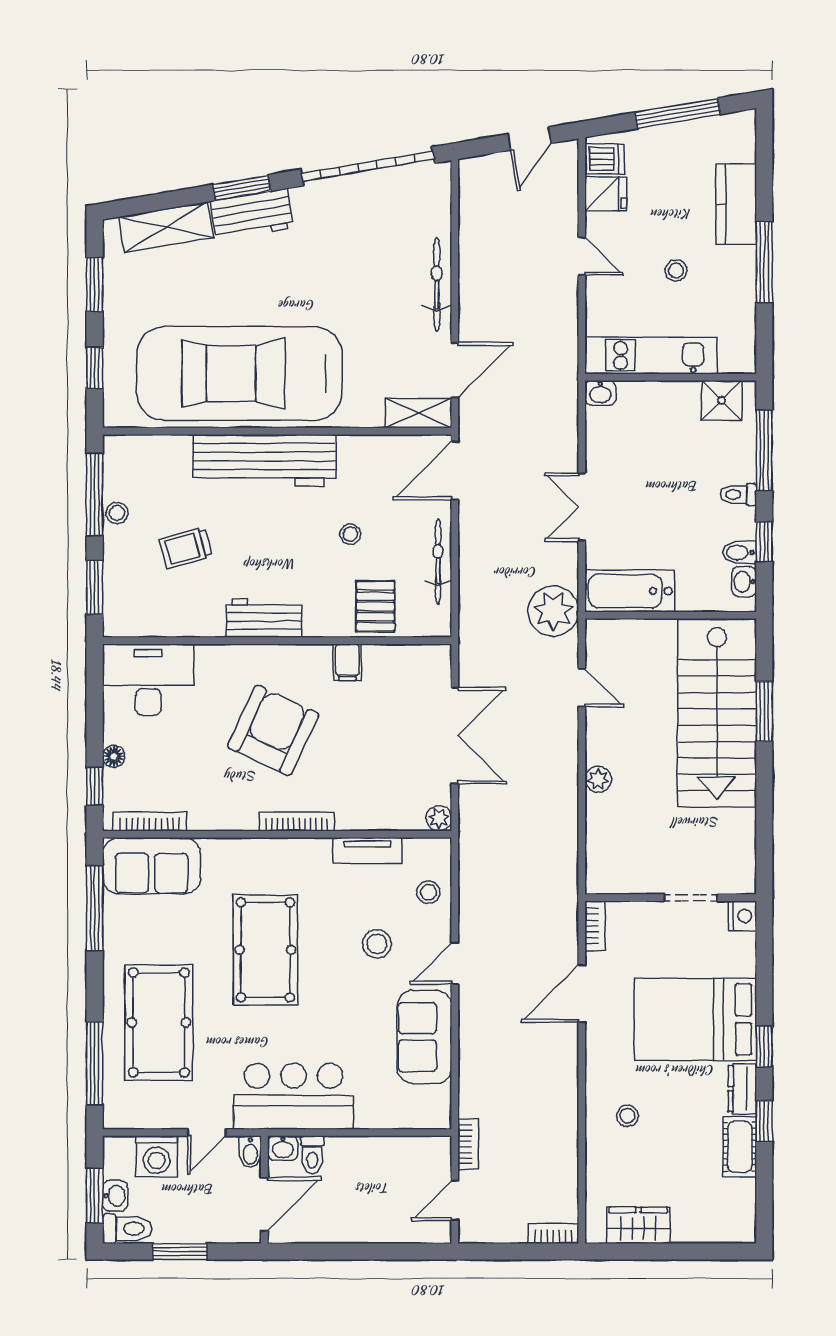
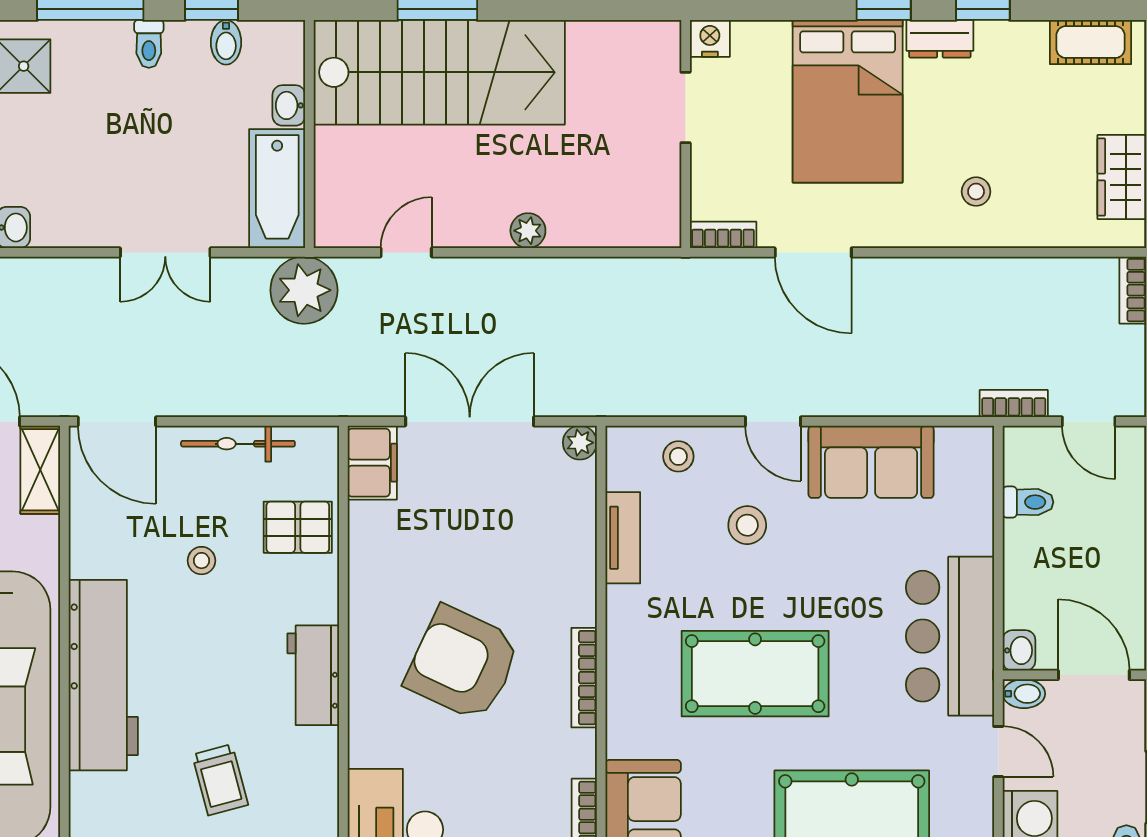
washbasin: (744, 582) -> (289, 105), moved, turned 90
filing cabinet: (347, 662) -> (372, 463), moved, width x2.00
bookcase: (297, 821) -> (584, 678), moved
cot: (740, 1147) -> (1091, 42), moved
toilet: (312, 1155) -> (1028, 502), moved

